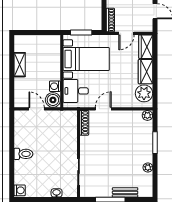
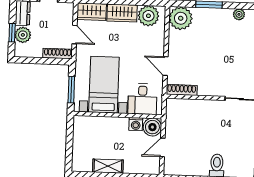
plant: (147, 115) -> (181, 18), width x1.87, depth x1.87

